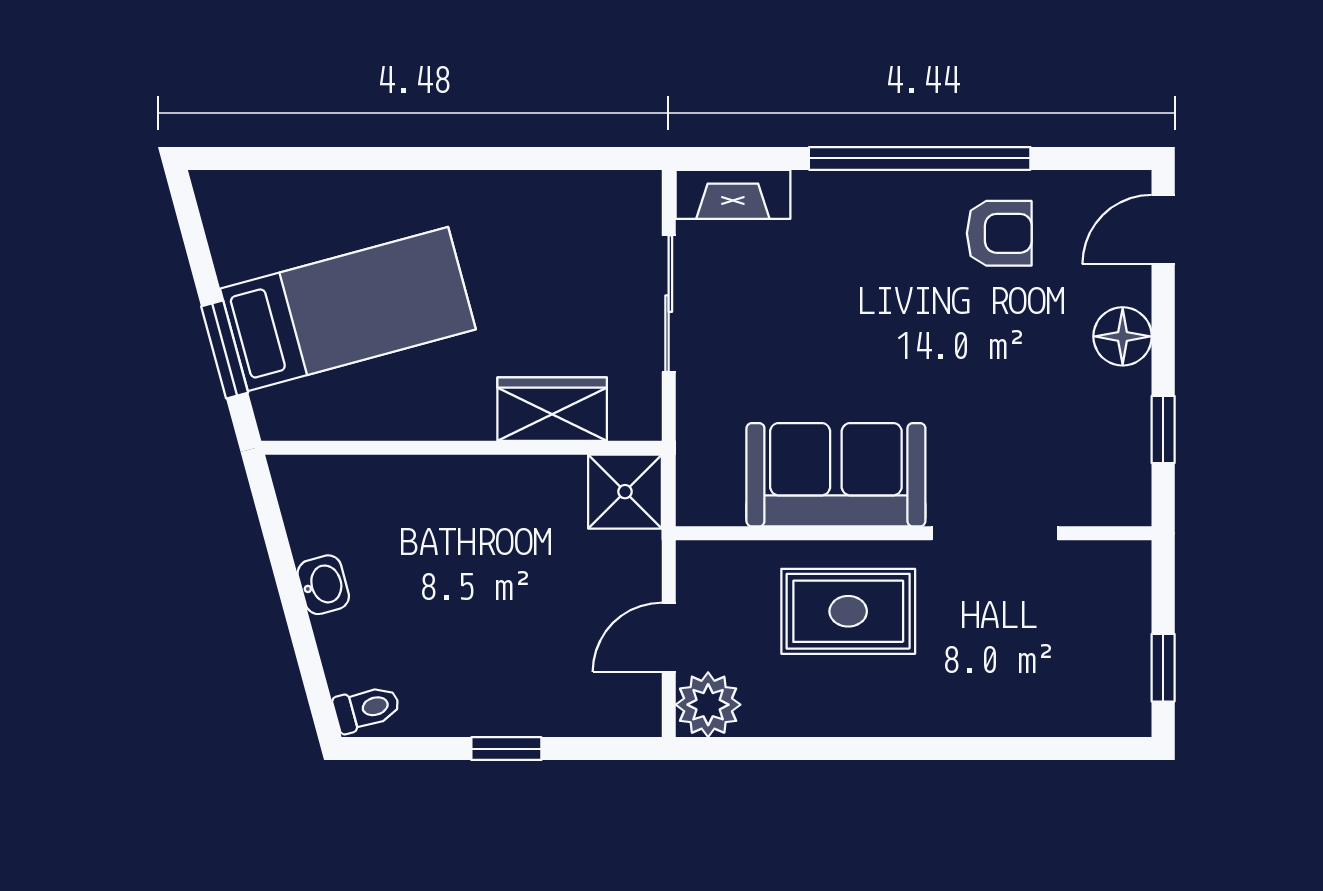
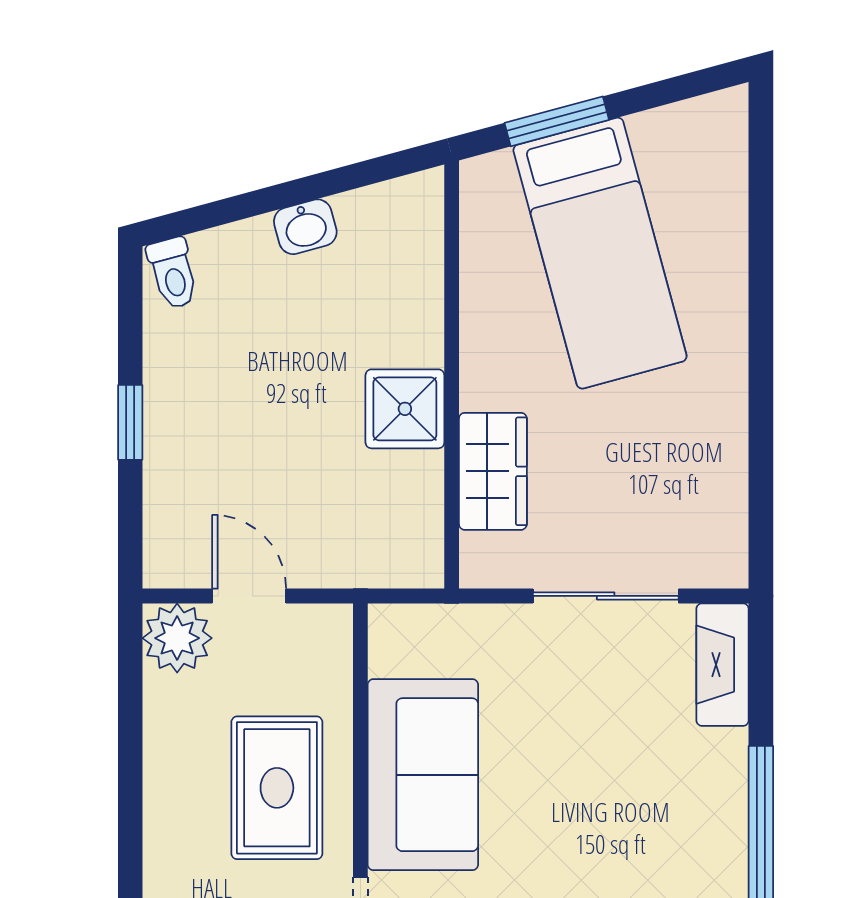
shower: (625, 492) -> (405, 409), moved

